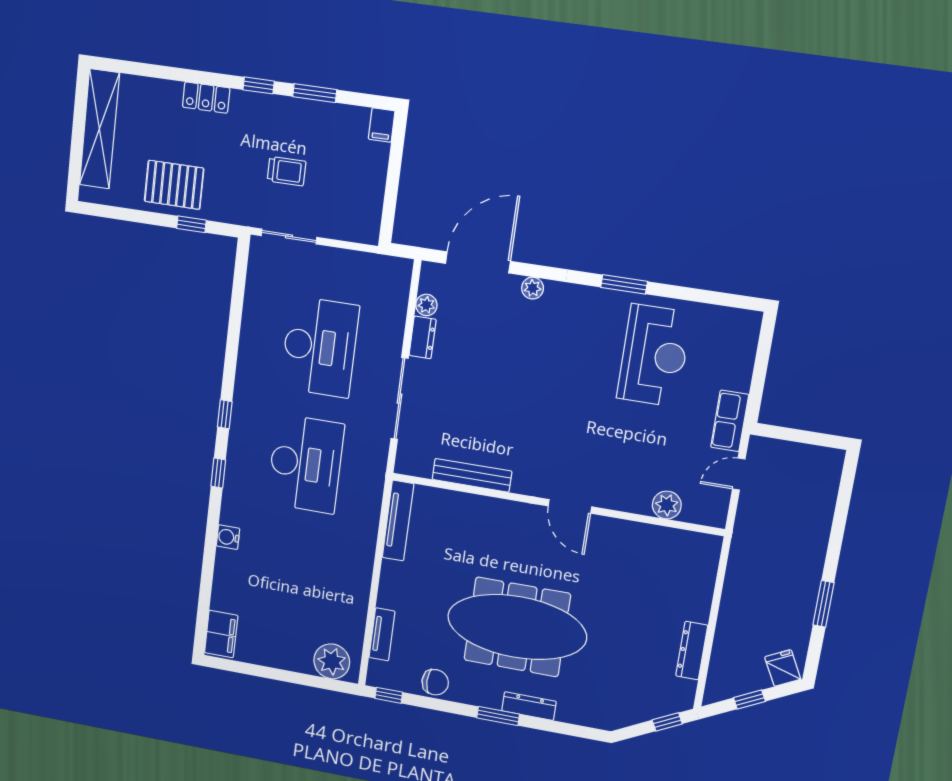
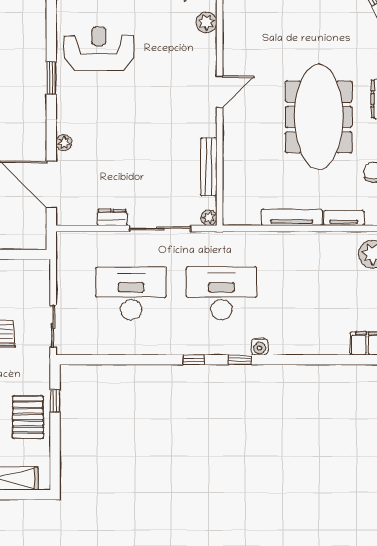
plant: (426, 305) -> (209, 218), moved
tv unit: (398, 521) -> (292, 217), moved
water cooler: (228, 537) -> (260, 347), moved

